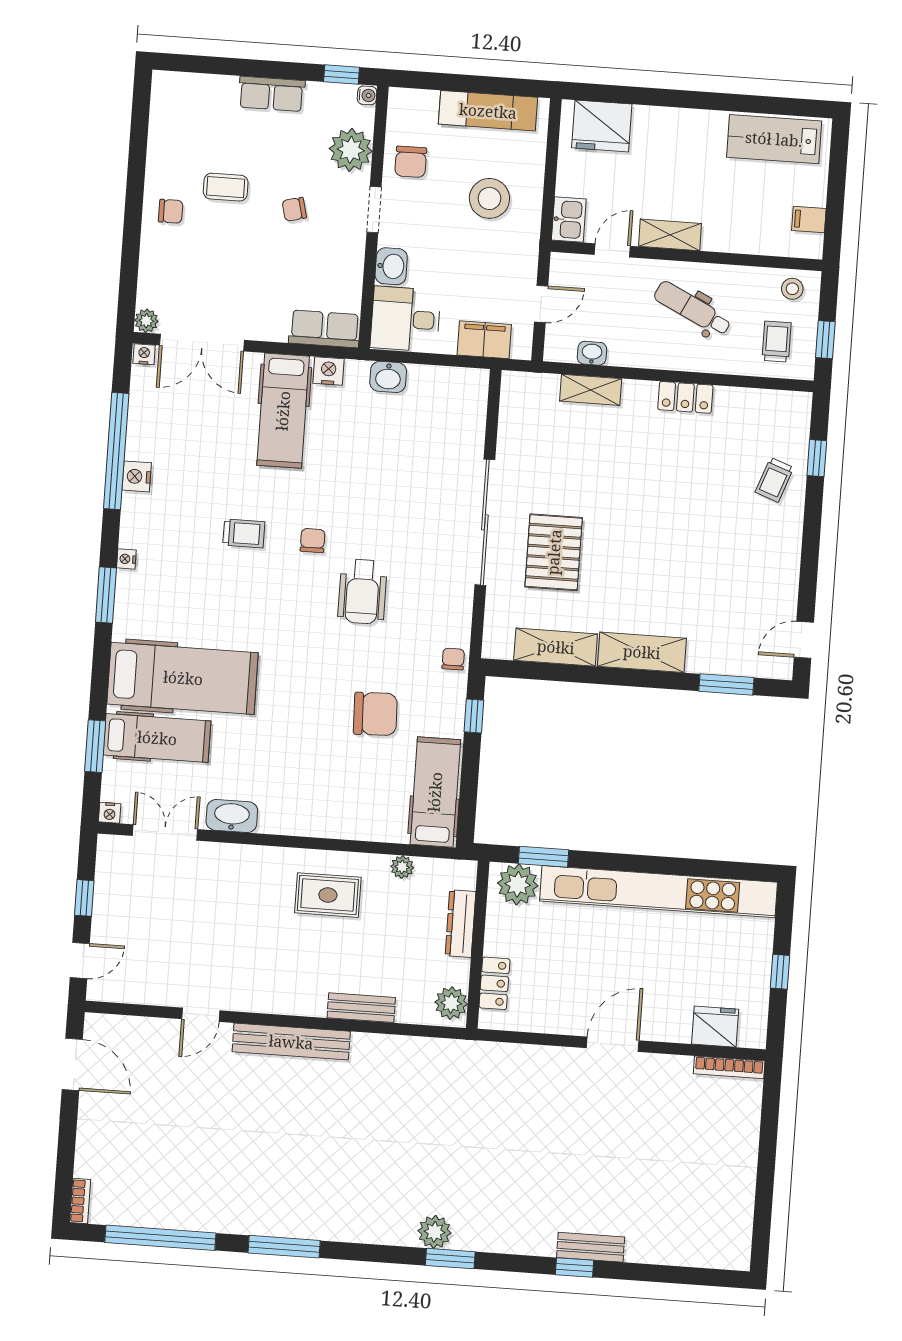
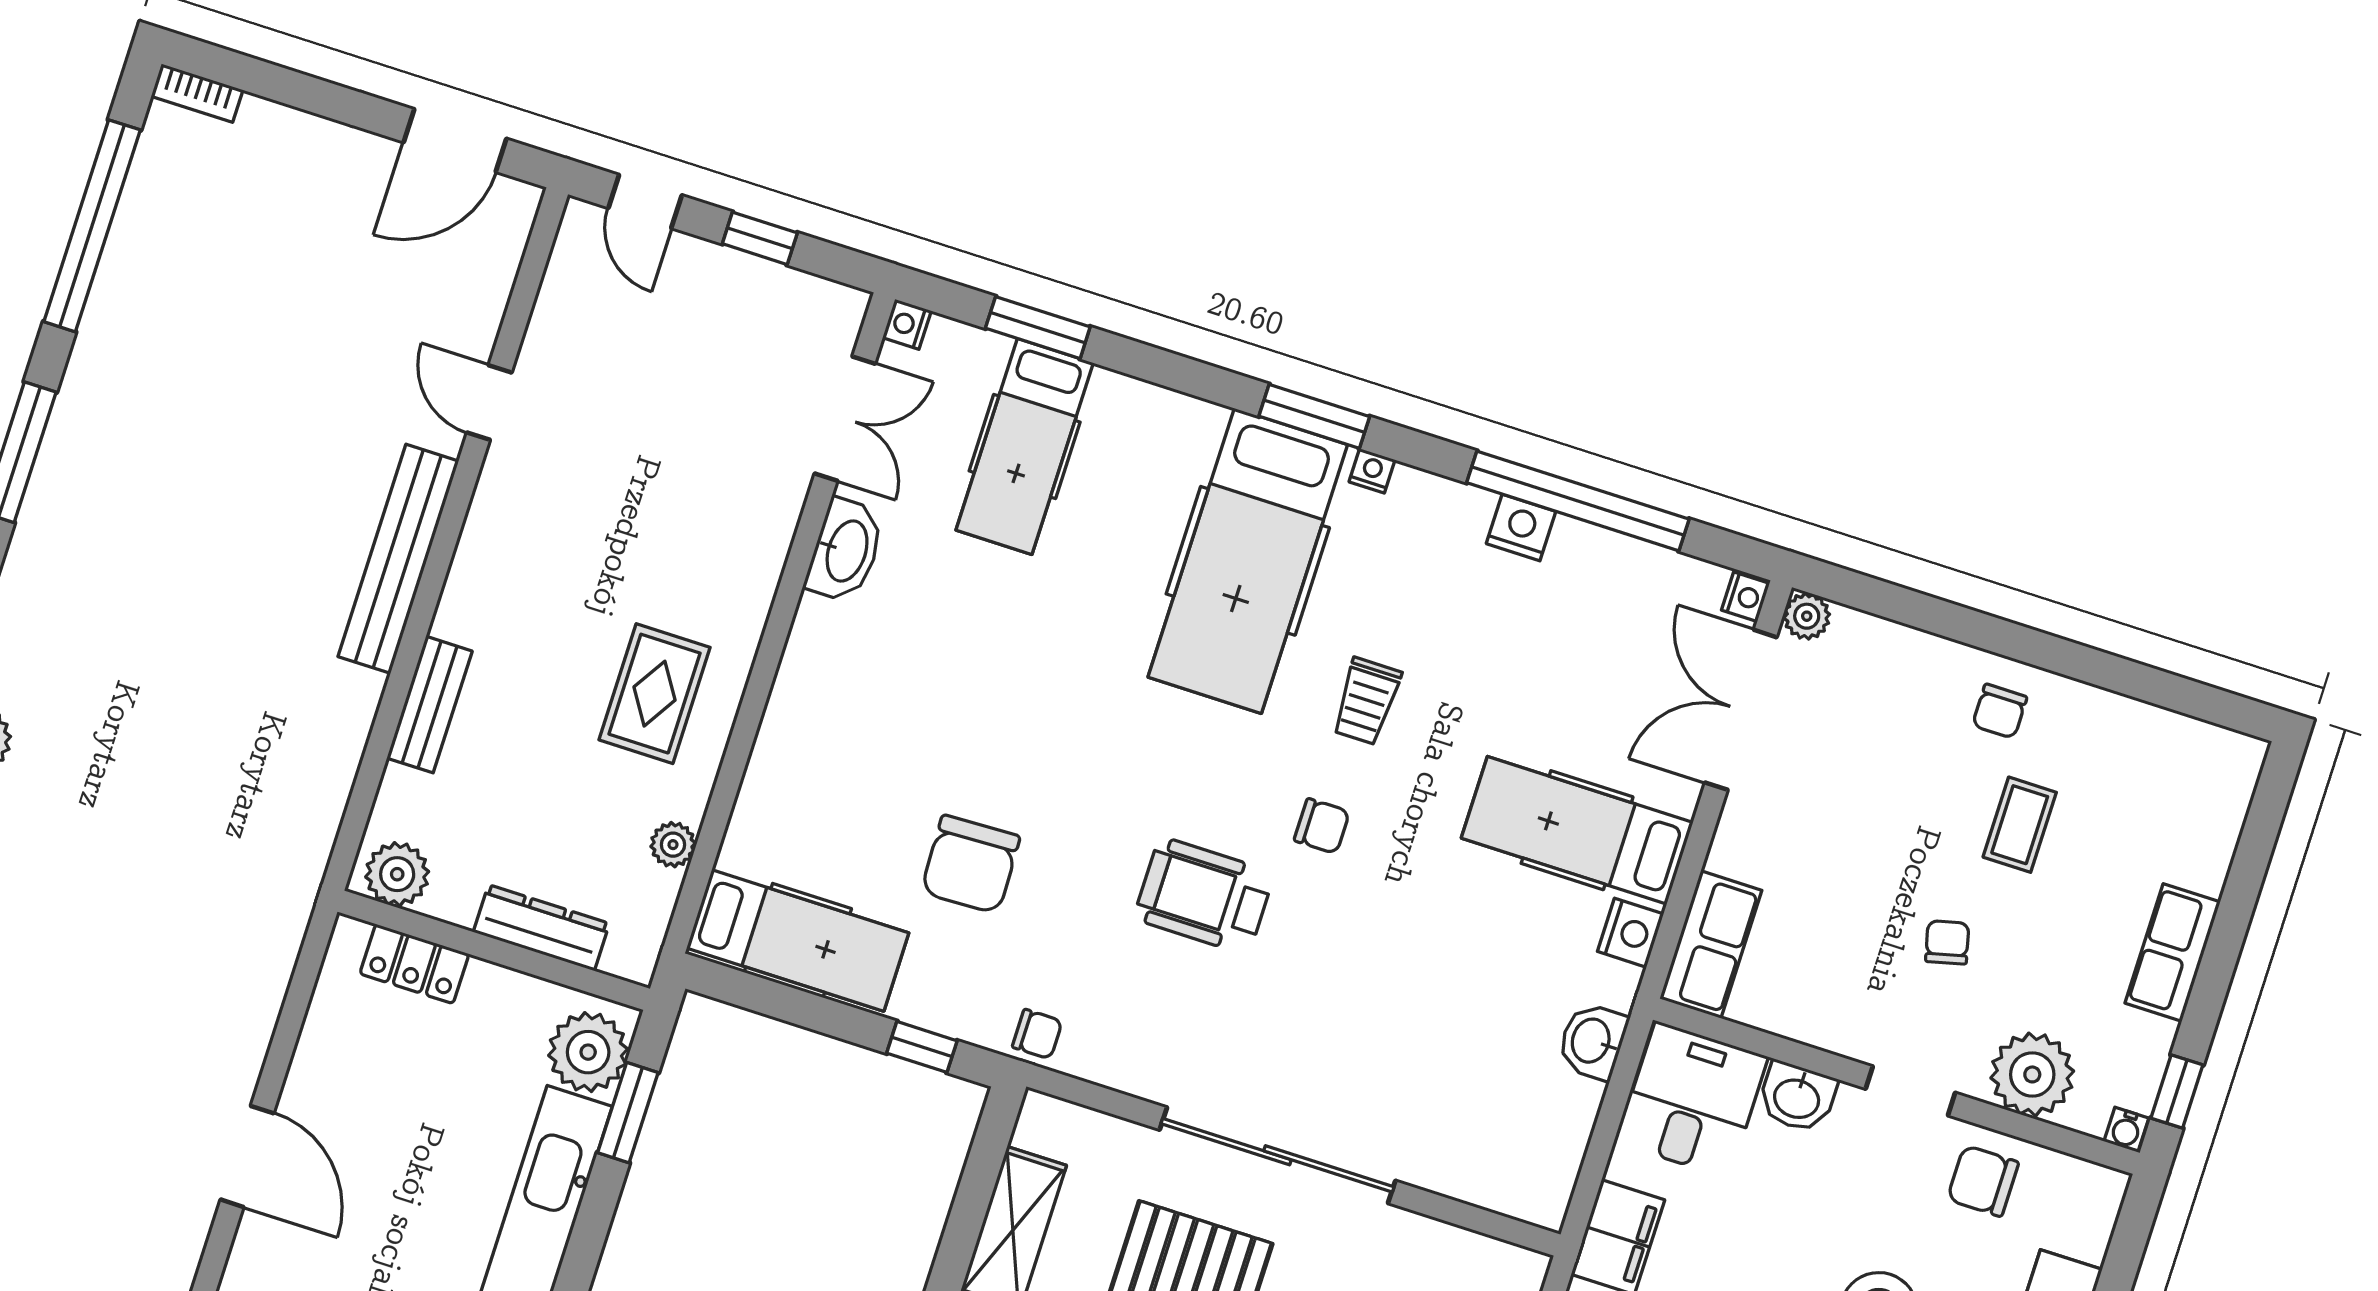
hospital bed: (183, 678) -> (1248, 561), moved

